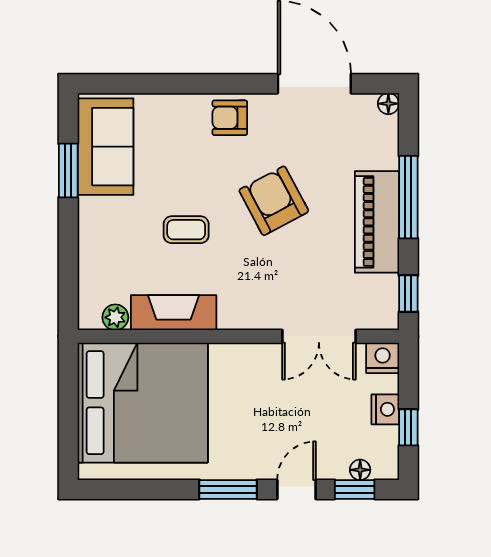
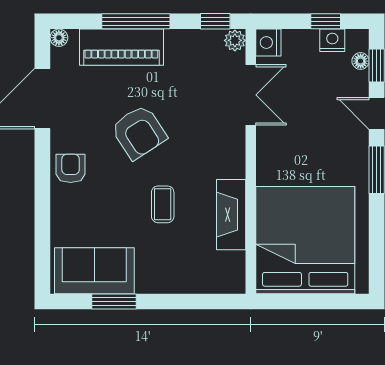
armchair: (230, 118) -> (71, 168), turned 180
armchair: (274, 201) -> (139, 132), turned -95
piano: (377, 222) -> (121, 47), moved
plant: (115, 317) -> (235, 40), moved
nightstand: (385, 409) -> (332, 40), moved

